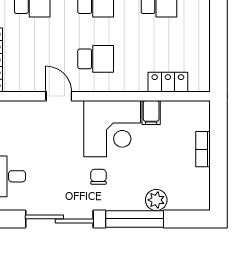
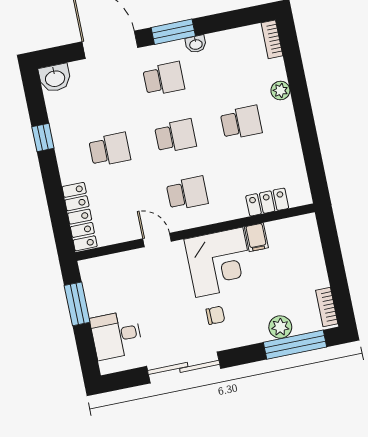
bookcase: (203, 149) -> (327, 307), moved
chair: (99, 177) -> (215, 315), turned 90
window: (135, 219) -> (295, 345), moved

